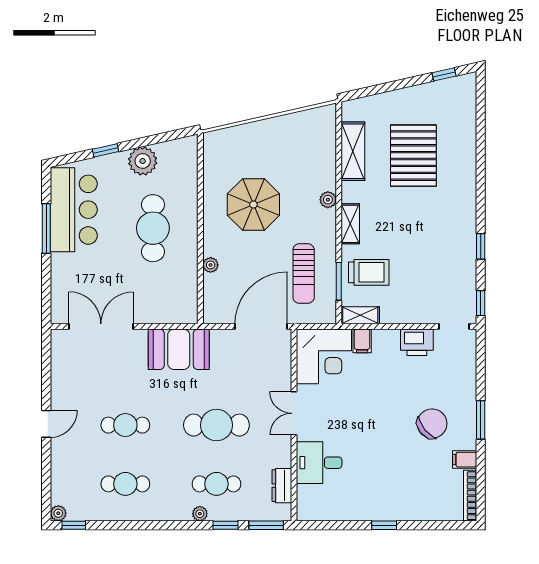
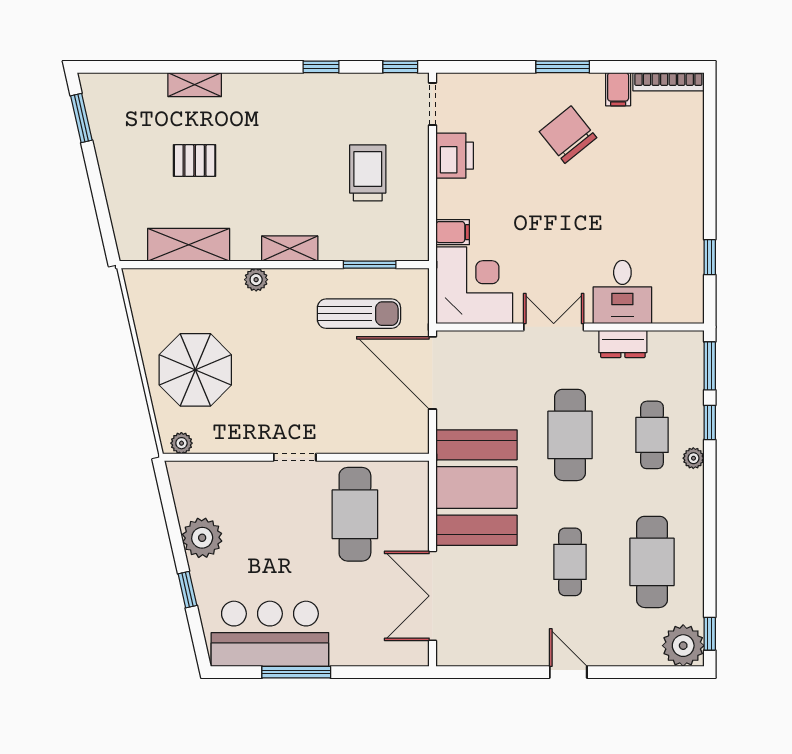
window: (444, 74) -> (81, 118), width x1.50
pallet: (413, 156) -> (195, 161), width x0.49, depth x0.50
parasol: (253, 204) -> (195, 370), moved
doorway: (200, 227) -> (295, 457), added
cafe table: (153, 228) -> (355, 514), moved, turned 90
plant: (211, 265) -> (181, 443), moved
trolley: (369, 272) -> (368, 173), moved
shelving: (360, 315) -> (195, 85), moved, turned 90
booth: (179, 349) -> (476, 488), width x1.36, depth x1.42
double door: (294, 413) -> (554, 327), swing flipped
cafe table: (125, 484) -> (652, 562), width x1.37, depth x1.35
dresser: (282, 486) -> (623, 344), moved
plant: (58, 513) -> (683, 646), width x1.88, depth x1.88
window: (384, 525) -> (710, 257), moved

